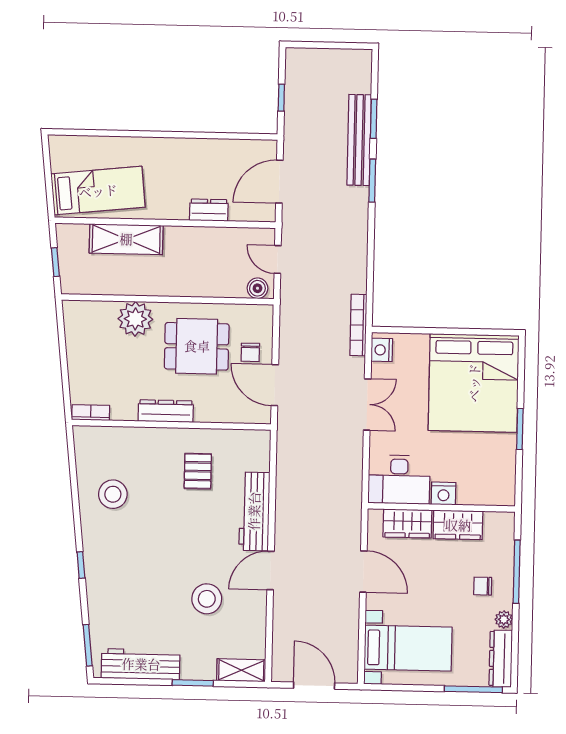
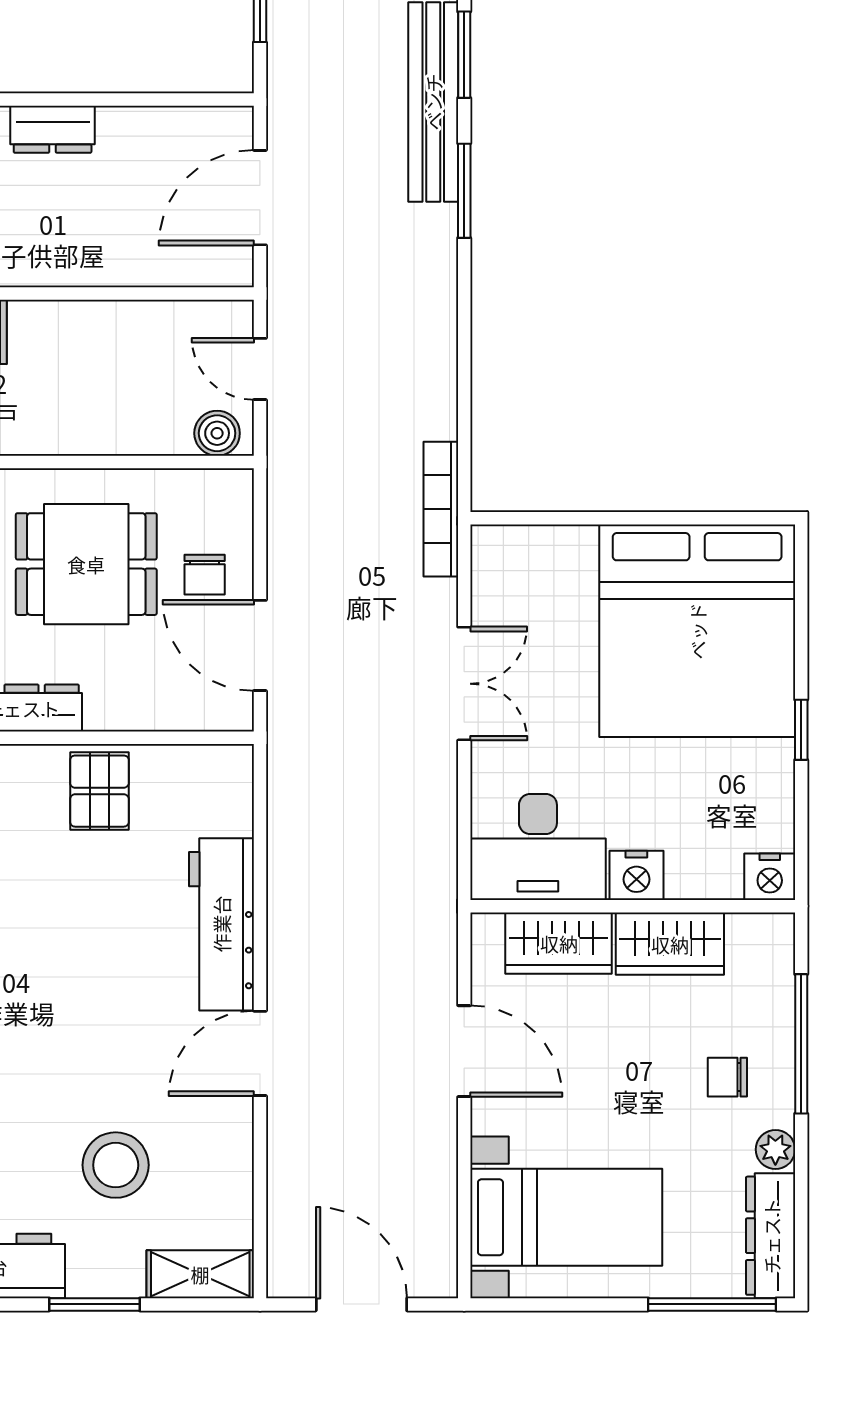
dresser: (209, 210) -> (53, 129), moved, turned 180
nightstand: (382, 350) -> (770, 877), moved, turned -90
window: (520, 429) -> (801, 730), width x0.67
pallet: (198, 471) -> (99, 791), moved
stool: (207, 599) -> (116, 1165), moved

